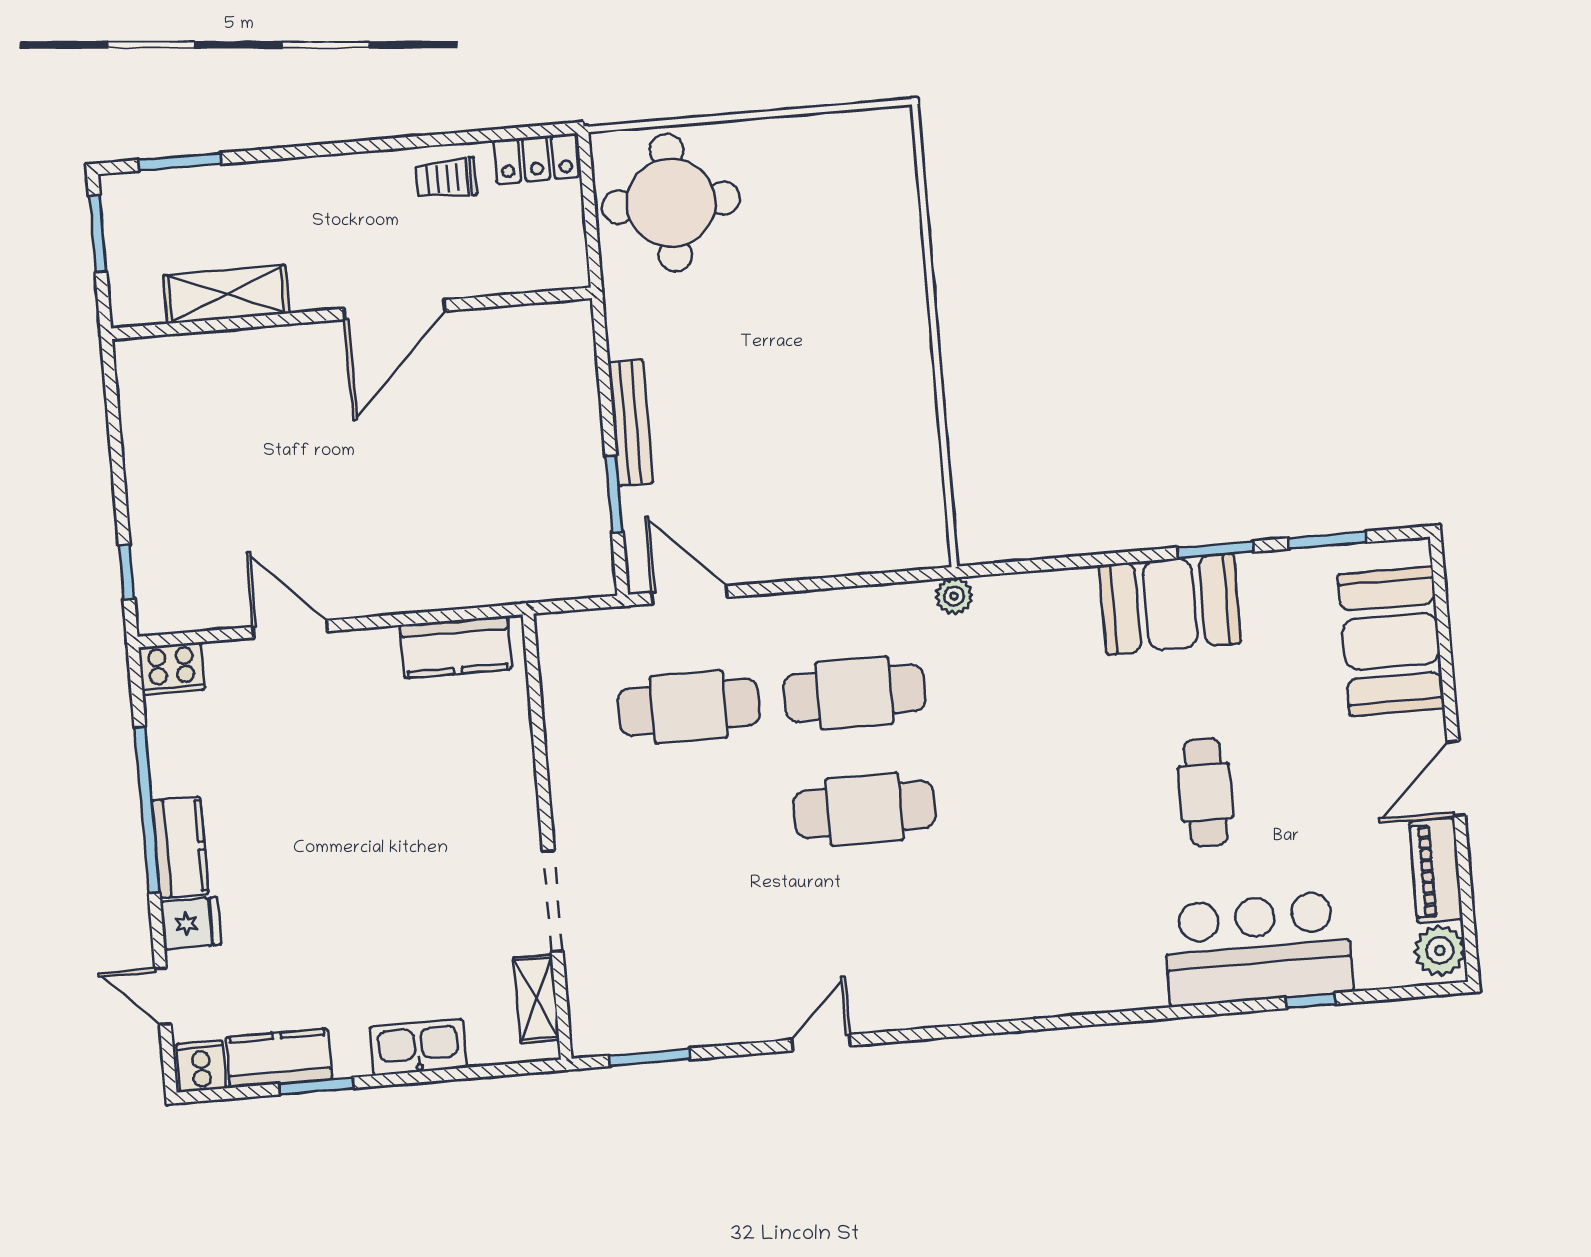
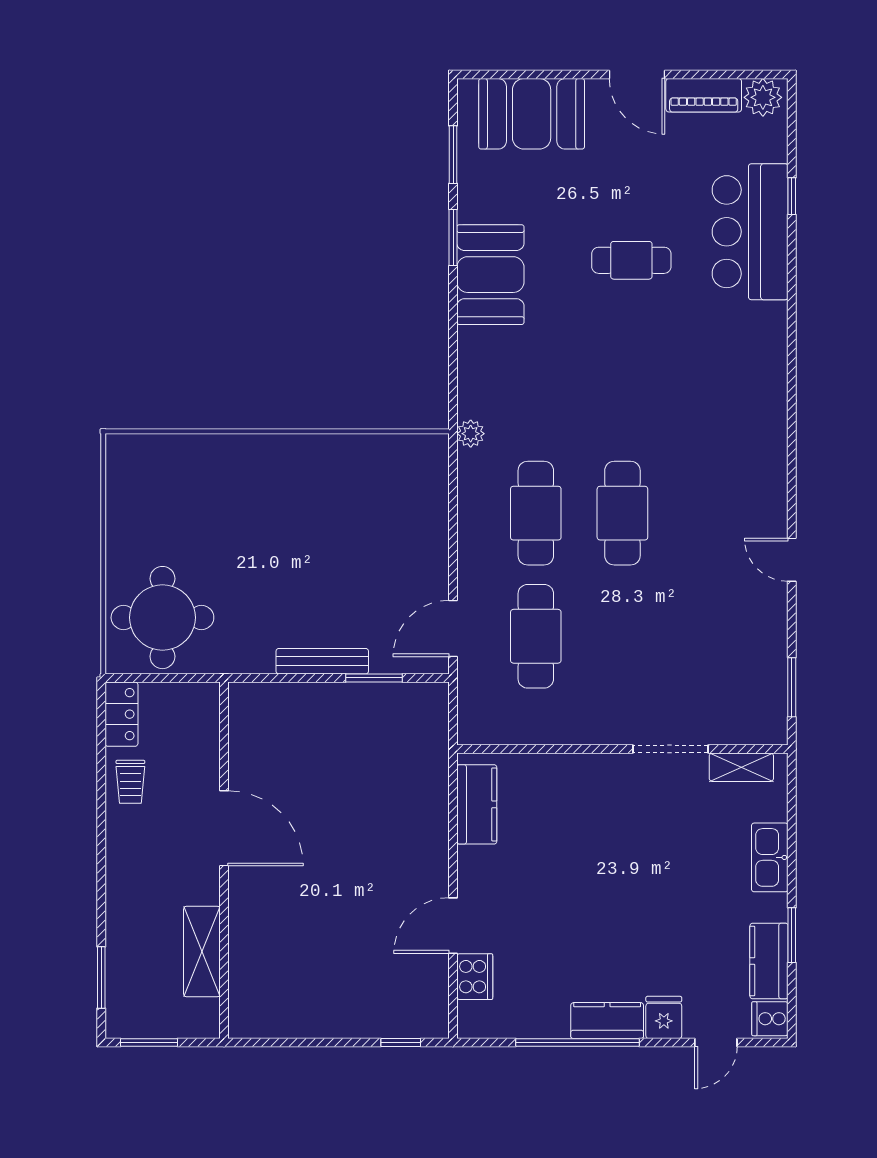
cooker: (171, 669) -> (475, 977), moved

